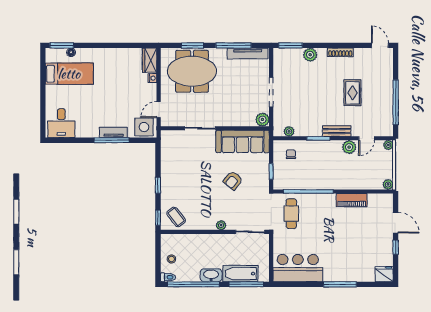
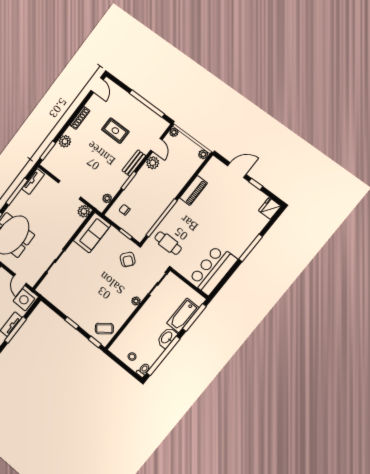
door: (380, 45) -> (97, 85), swing flipped
tv unit: (248, 53) -> (33, 182), width x0.71
sofa: (243, 141) -> (92, 233), width x0.73
armchair: (233, 180) -> (128, 259), moved

